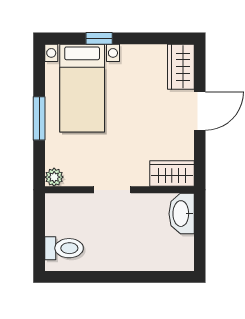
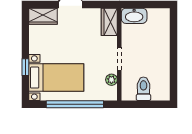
window: (39, 118) -> (75, 104), width x2.11
plant: (54, 177) -> (111, 80), moved
toilet: (64, 248) -> (143, 89), moved

